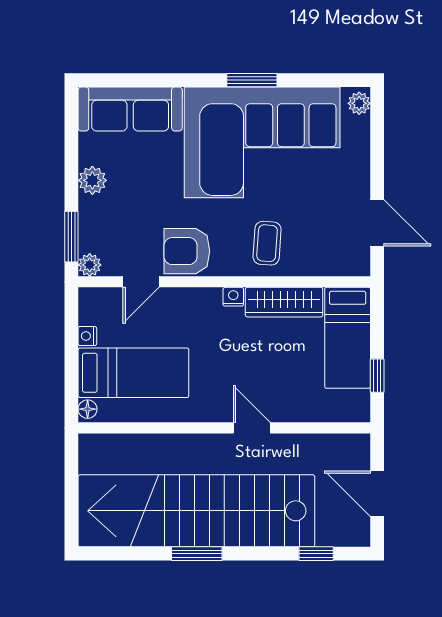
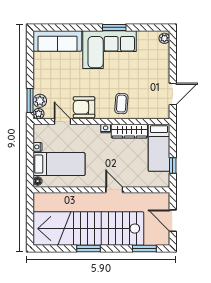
corner sofa: (262, 142) -> (109, 50), width x0.73, depth x0.74
plant: (92, 180) -> (40, 101), moved
door: (377, 223) -> (173, 94), hinge flipped
door: (141, 282) -> (63, 122), swing flipped
window: (316, 554) -> (144, 249), width x1.50

